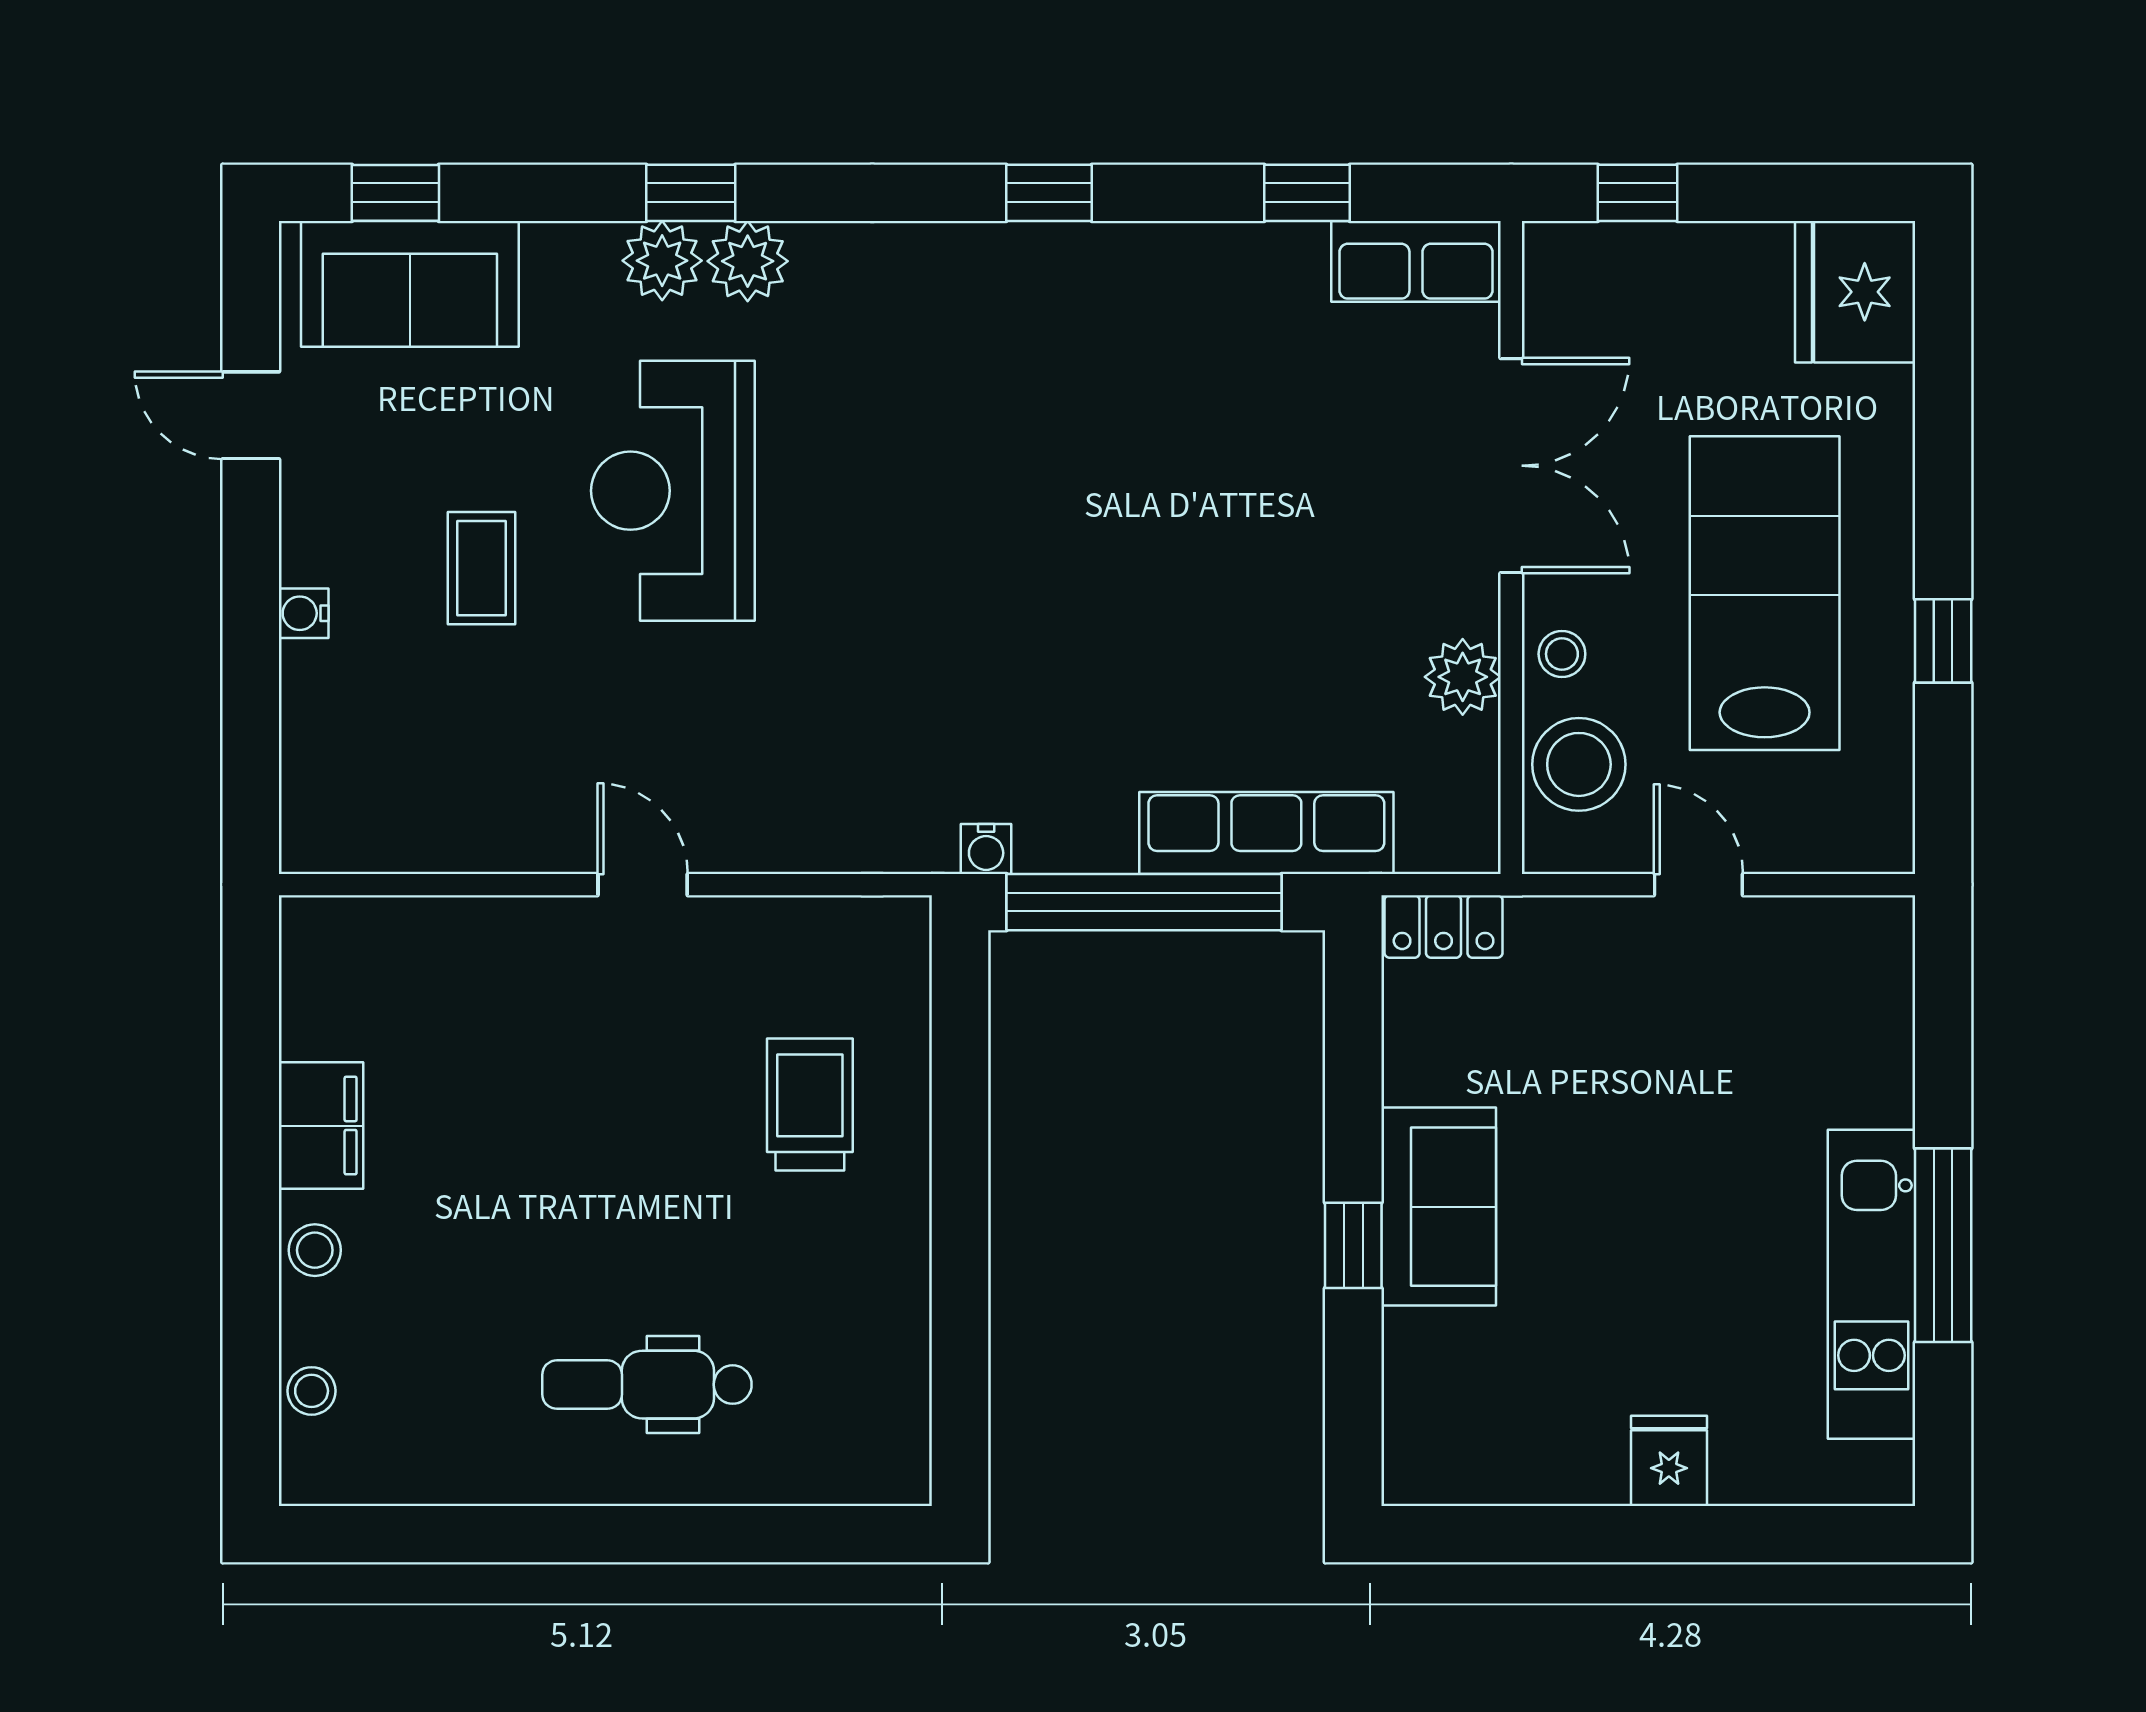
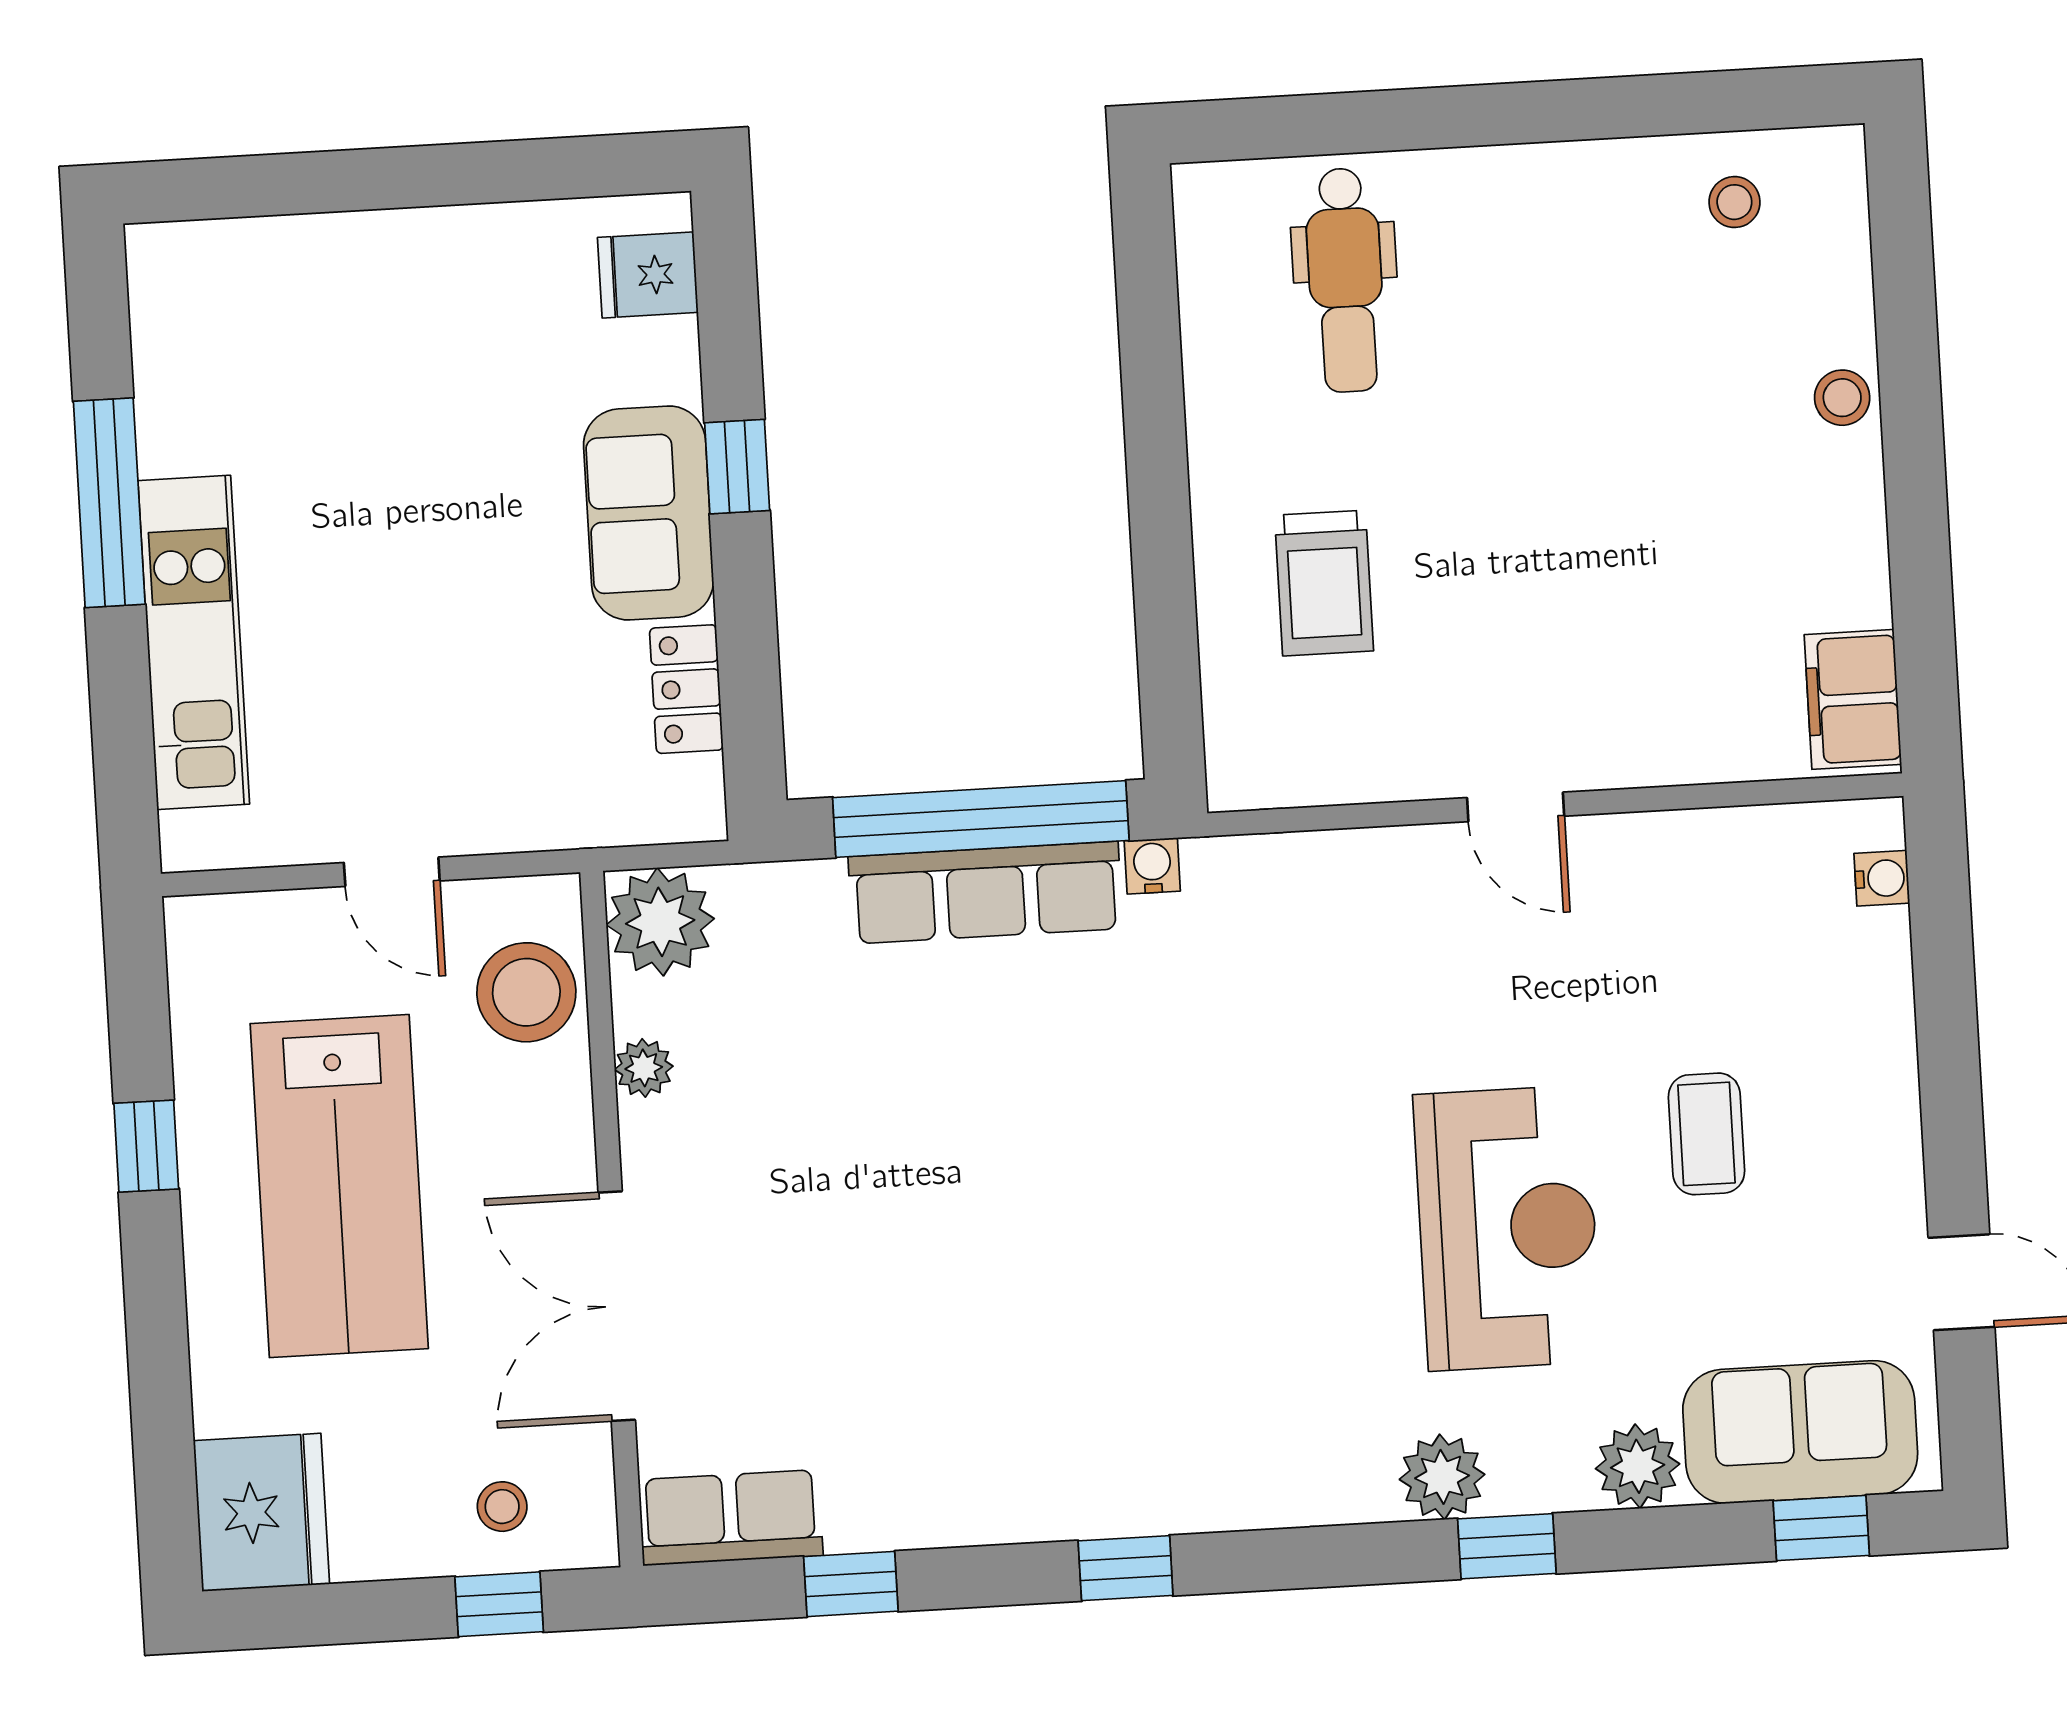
plant: (662, 261) -> (1638, 1466), moved
water cooler: (304, 613) -> (1882, 878), moved
stool: (1562, 654) -> (502, 1507), moved
plant: (1463, 677) -> (644, 1068), width x0.73, depth x0.73
plant: (1450, 823) -> (660, 922), added
row of seats: (1266, 833) -> (985, 893), moved
locker: (1444, 927) -> (686, 689), moved, turned -90
filing cabinet: (321, 1126) -> (1853, 699), moved
kitchen unit: (1871, 1284) -> (194, 642), moved
dental chair: (647, 1385) -> (1345, 280), moved, turned 90
stool: (312, 1391) -> (1734, 202), moved
fridge: (1669, 1461) -> (648, 275), moved, turned 90

